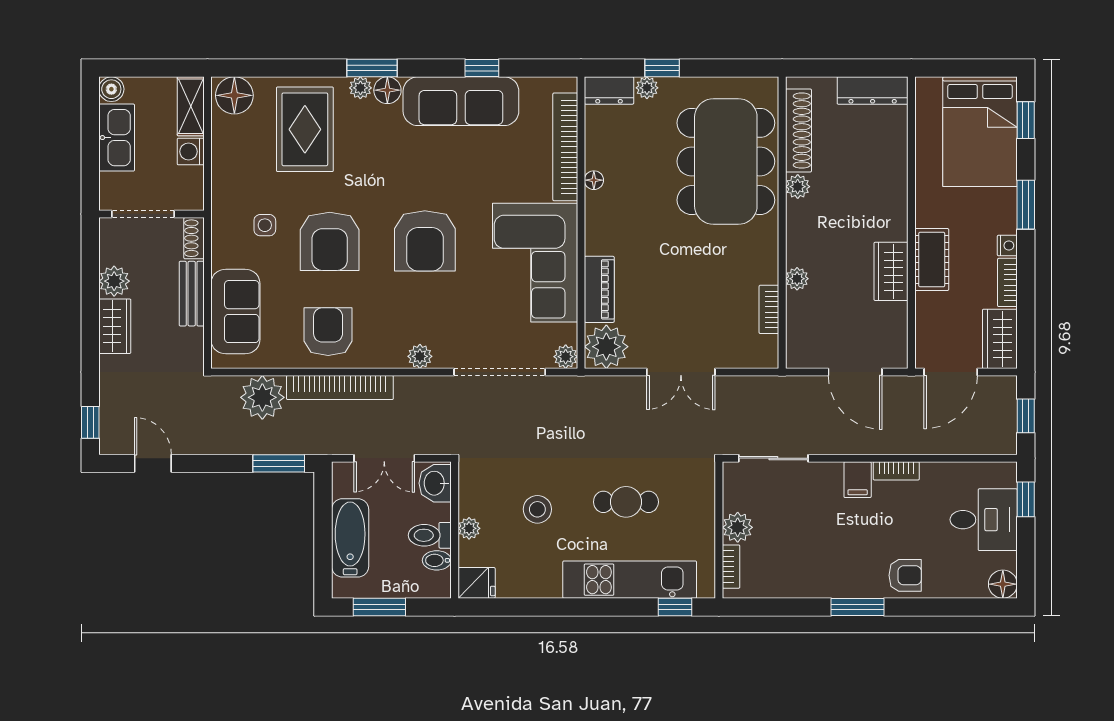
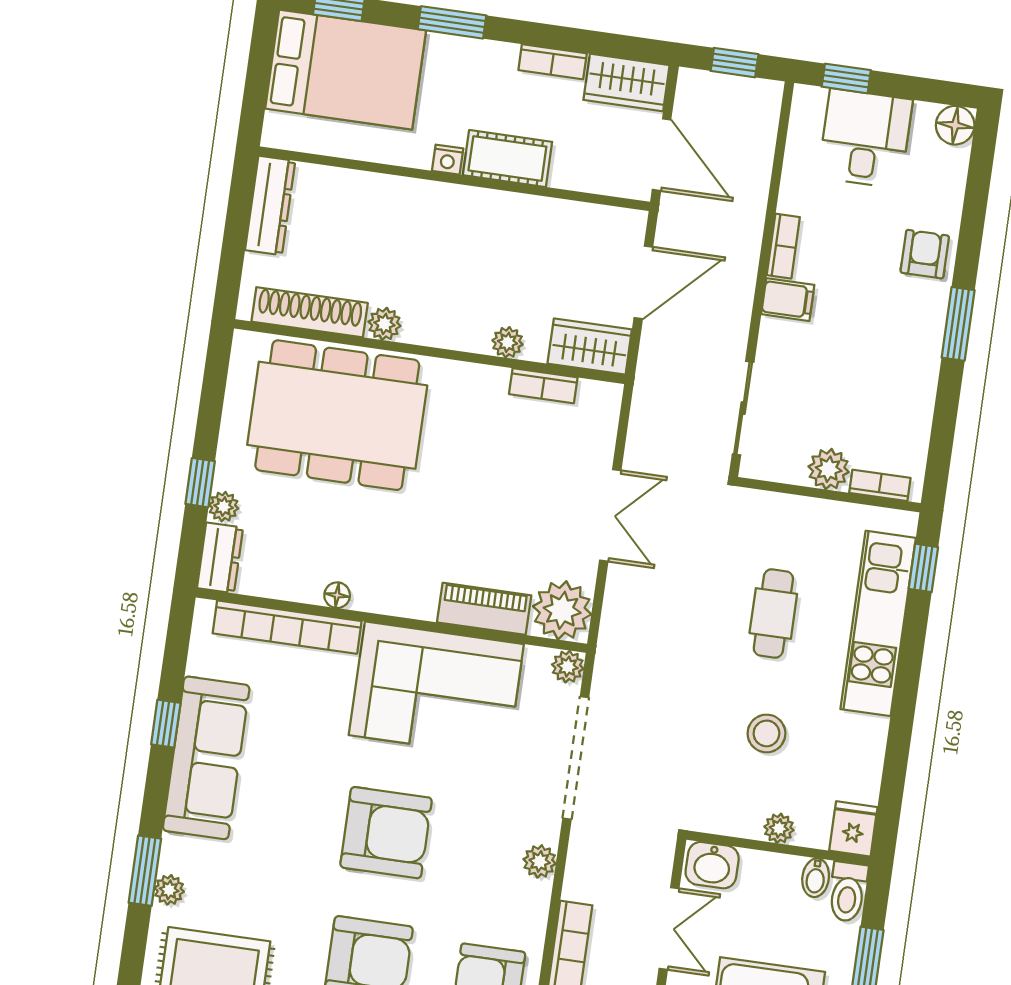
floor lamp: (387, 90) -> (177, 854), removed
nightstand: (1007, 246) -> (448, 160), moved, turned 180
wardrobe: (891, 271) -> (590, 347), moved, turned 180
toilet: (430, 535) -> (848, 892), moved

